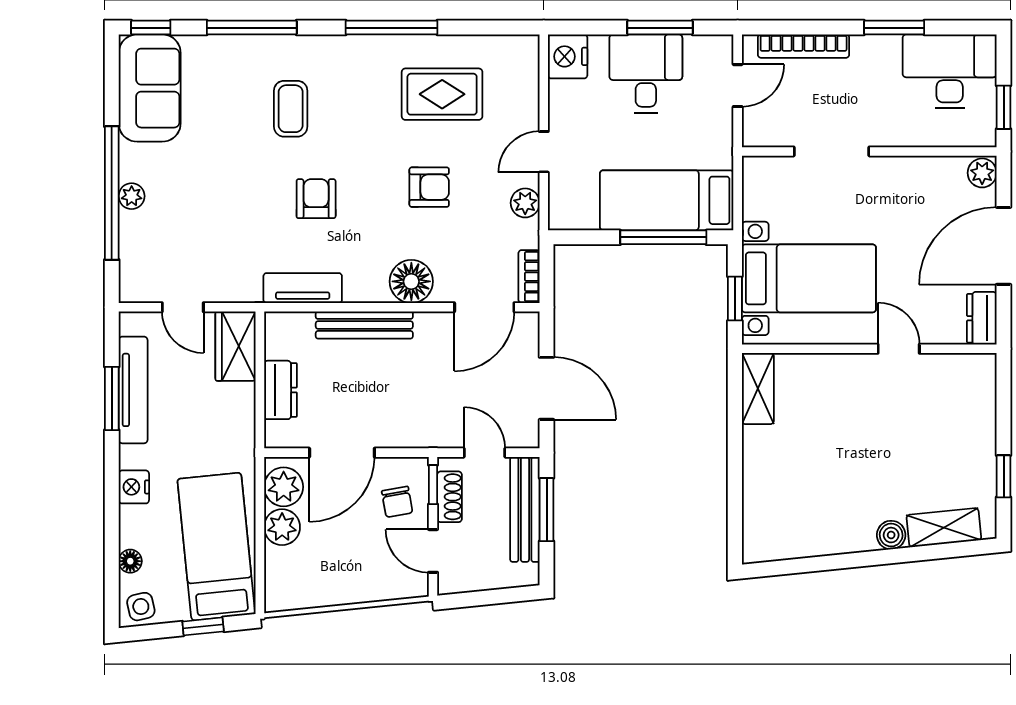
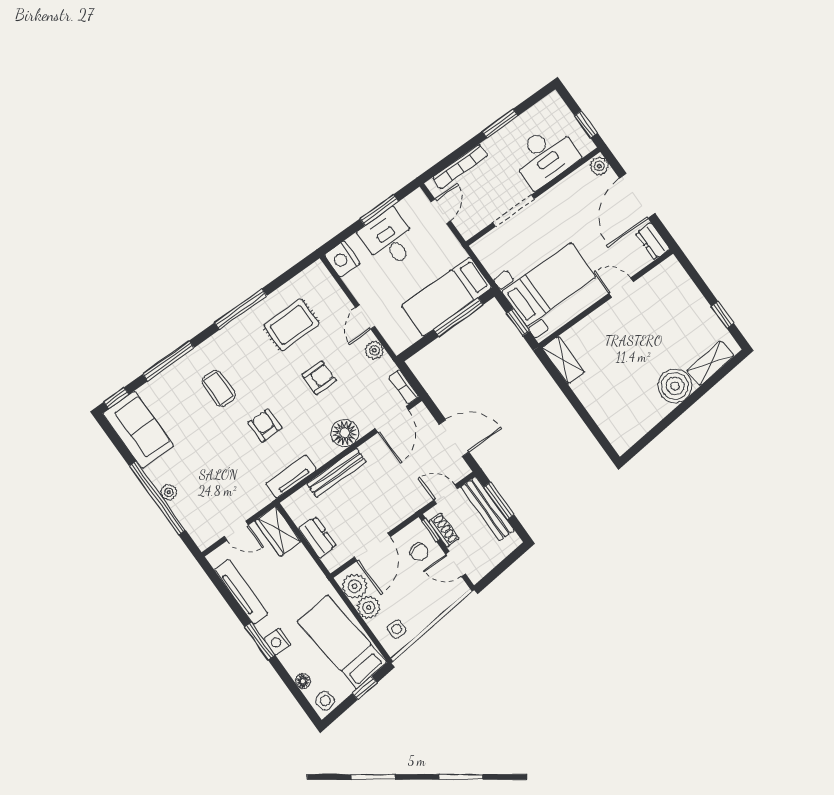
desk: (950, 71) -> (545, 156), moved, turned 180
window: (112, 398) -> (260, 641), moved
boiler: (891, 535) -> (675, 386), width x1.86, depth x1.86
side table: (298, 580) -> (397, 629), added

